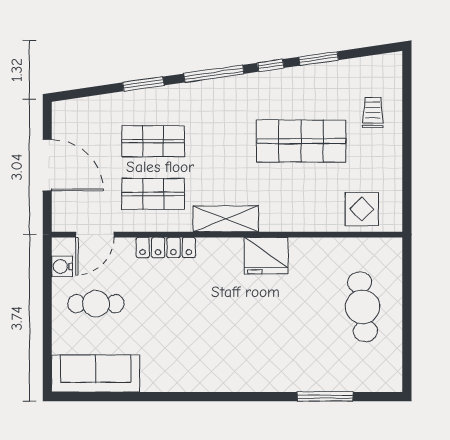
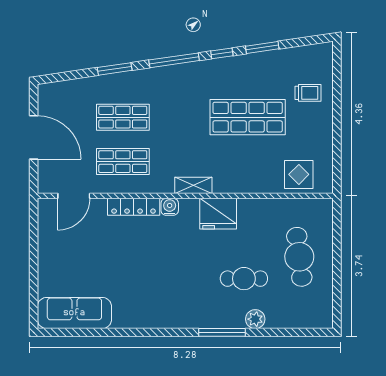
trolley: (373, 112) -> (308, 93), turned 90
shelving: (226, 219) -> (193, 185), width x0.67, depth x0.75
water cooler: (62, 267) -> (170, 207), moved, turned 90
cafe table: (96, 304) -> (244, 279), moved
plant: (310, 381) -> (255, 319), added
window: (325, 397) -> (222, 332), moved

